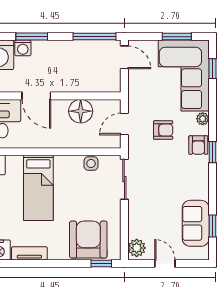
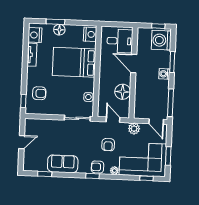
washing machine: (23, 48) -> (164, 74), moved
door: (124, 57) -> (156, 122), hinge flipped
door: (36, 96) -> (134, 64), hinge flipped
bed: (38, 188) -> (74, 62), width x1.50
sofa: (196, 223) -> (63, 164), moved
armchair: (88, 240) -> (39, 93), width x0.53, depth x0.53
plant: (137, 248) -> (134, 129), moved

